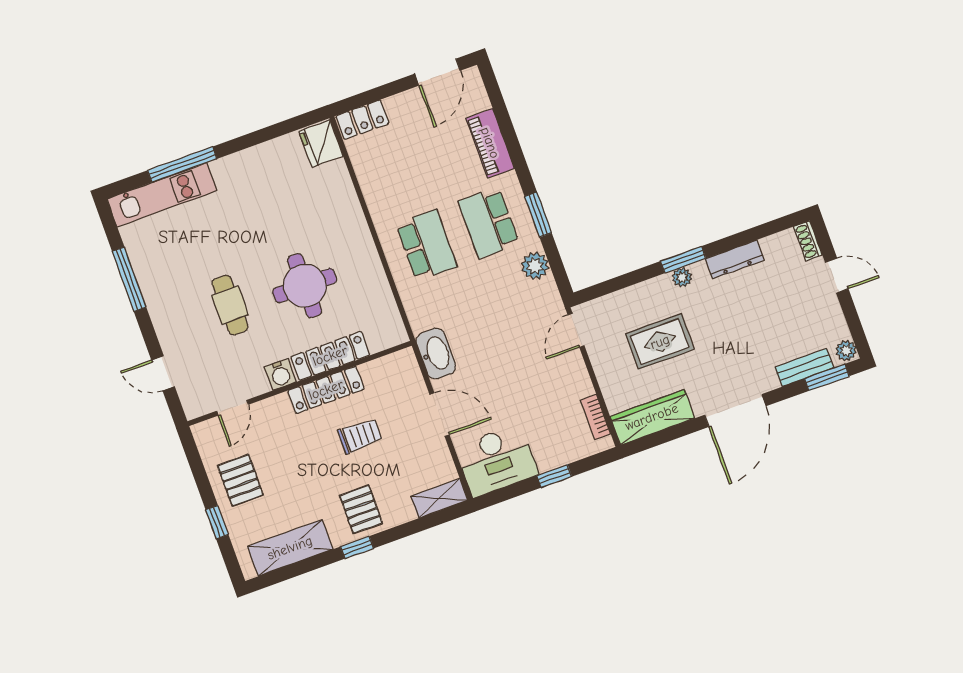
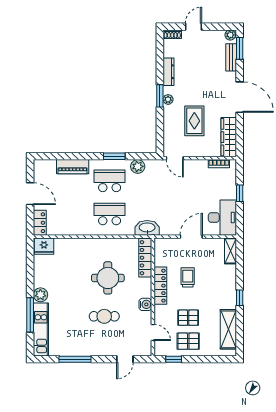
door: (437, 72) -> (30, 194), moved
plant: (227, 170) -> (40, 295), added
school desk: (489, 223) -> (110, 181), turned 180
washbasin: (436, 354) -> (147, 228), moved
locker: (330, 356) -> (145, 258), moved
pallet: (361, 509) -> (188, 318), moved
window: (217, 522) -> (174, 359), moved

